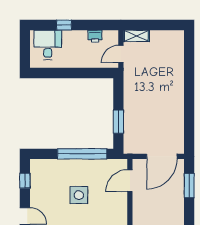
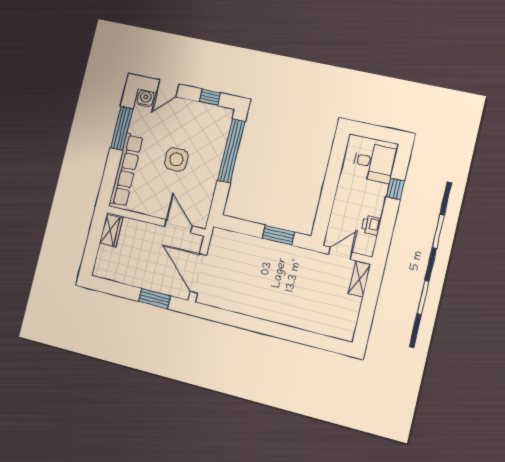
door: (121, 54) -> (340, 253), hinge flipped
window: (118, 122) -> (278, 235), moved
window: (82, 154) -> (231, 151), moved

